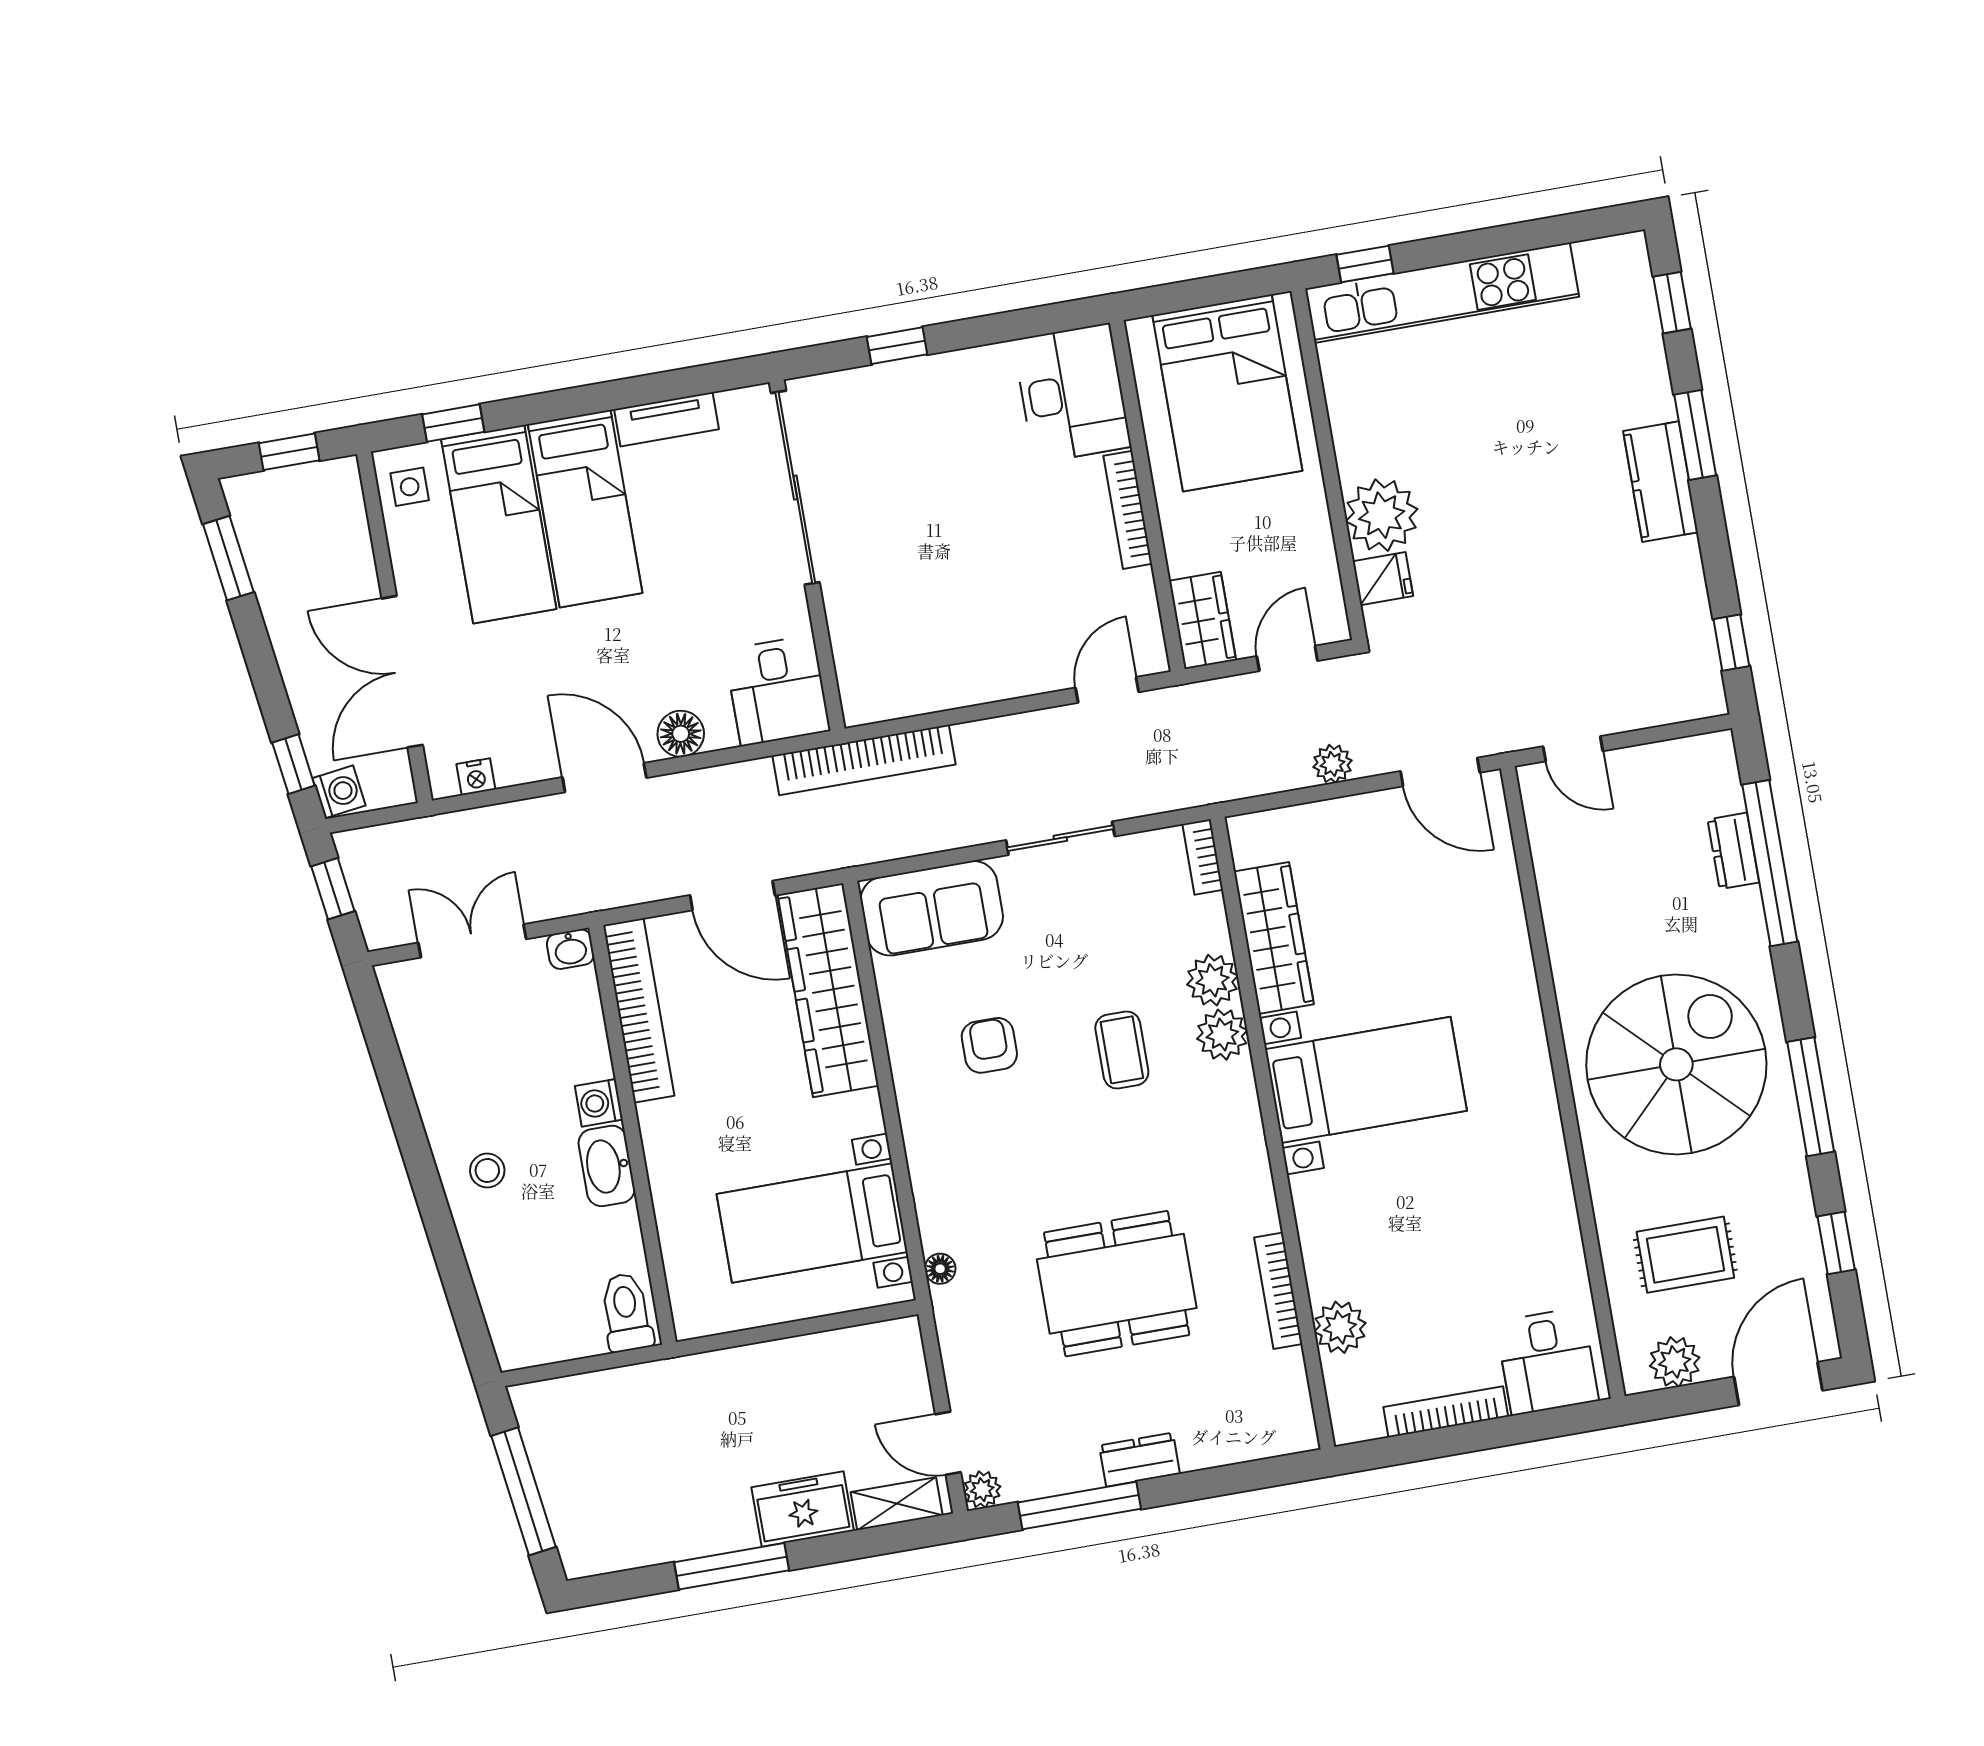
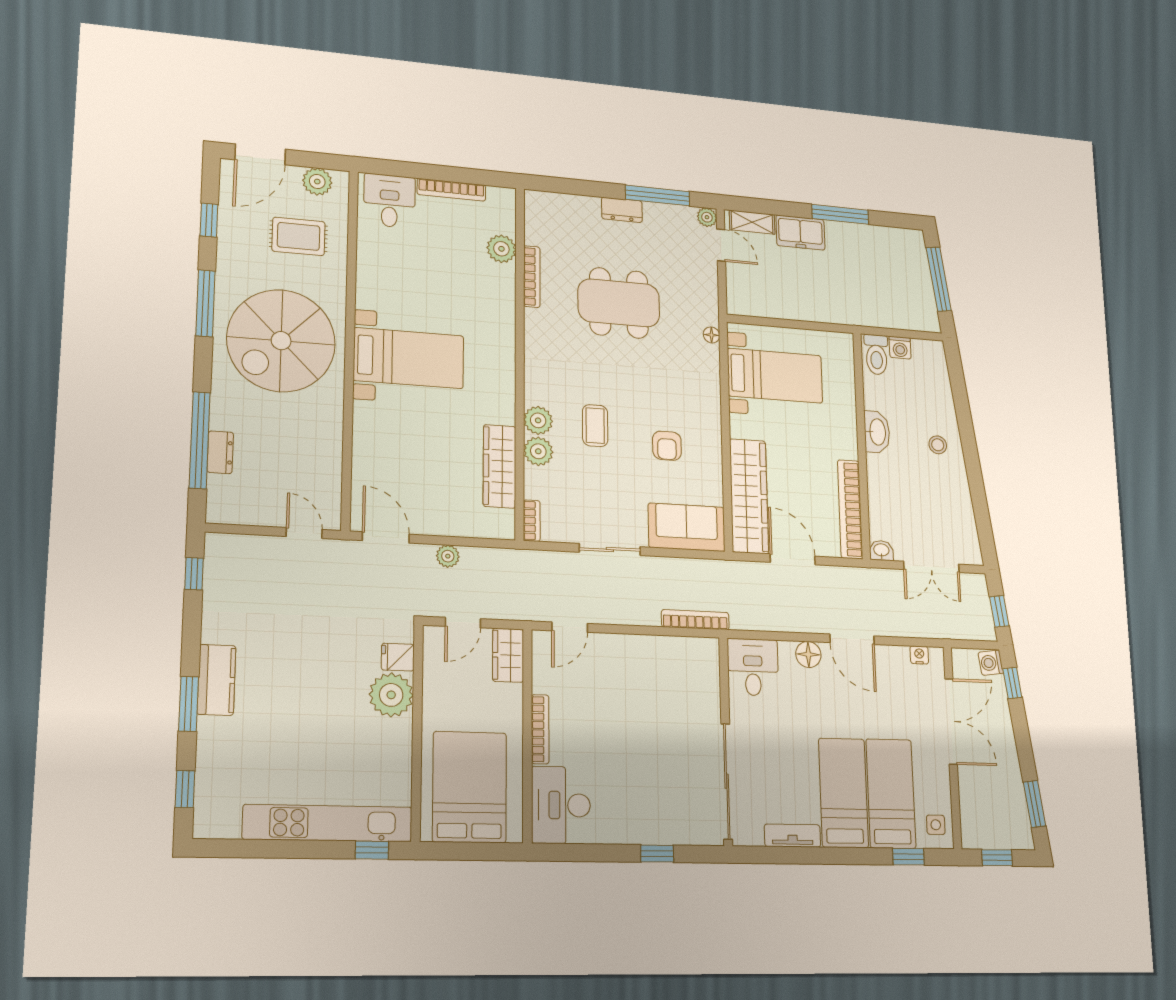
bookcase: (864, 760) -> (695, 620), width x0.68, depth x0.76
bed with nightstands: (1366, 1080) -> (409, 358), moved, turned 180
washing machine: (599, 1103) -> (900, 348), moved, turned 90

